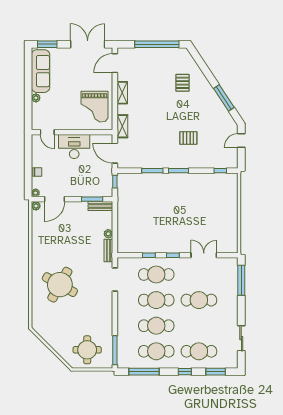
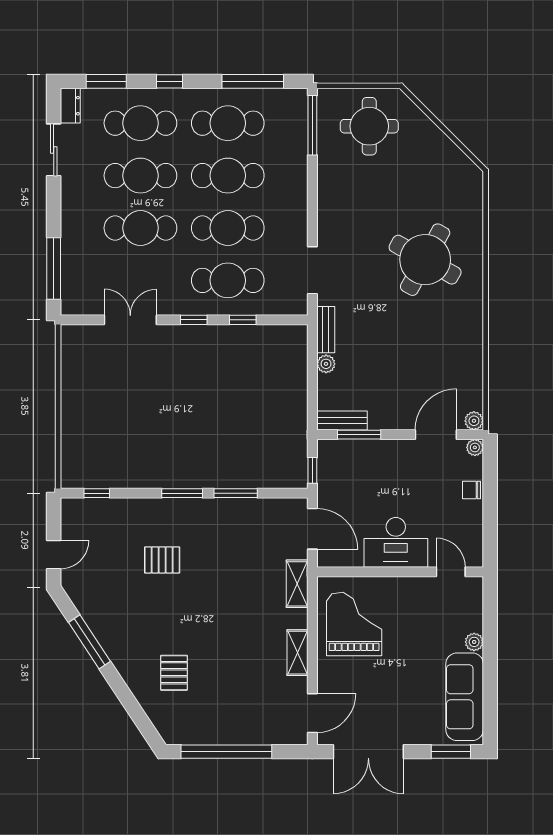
double door: (204, 255) -> (130, 320), swing flipped
cafe table: (199, 326) -> (140, 176), added
dresser: (233, 360) -> (70, 106), added

